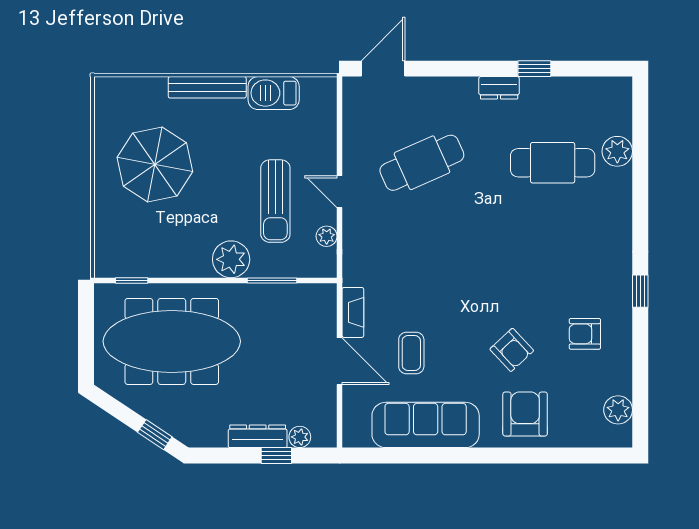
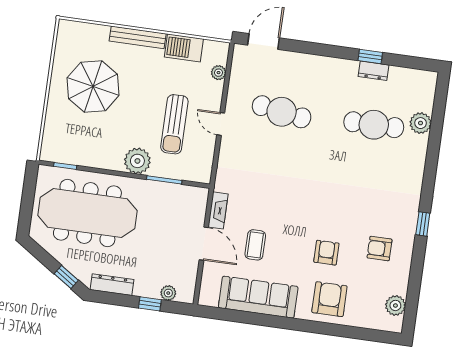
dresser: (499, 88) -> (373, 71), moved
cafe table: (422, 163) -> (282, 112), turned 33
plant: (327, 236) -> (219, 73), moved
armchair: (512, 350) -> (326, 253), turned -137
dresser: (258, 436) -> (112, 285), moved

